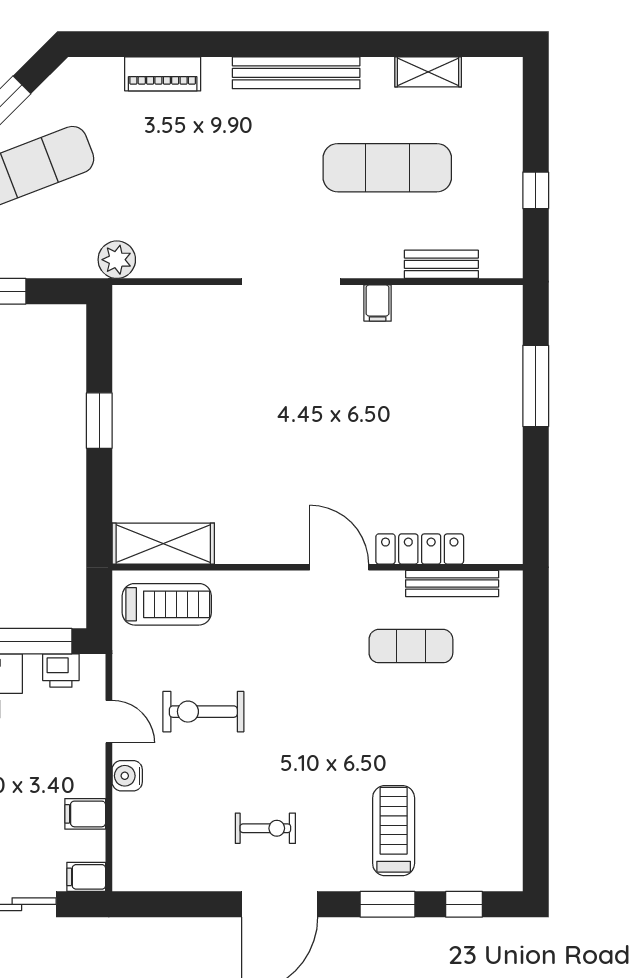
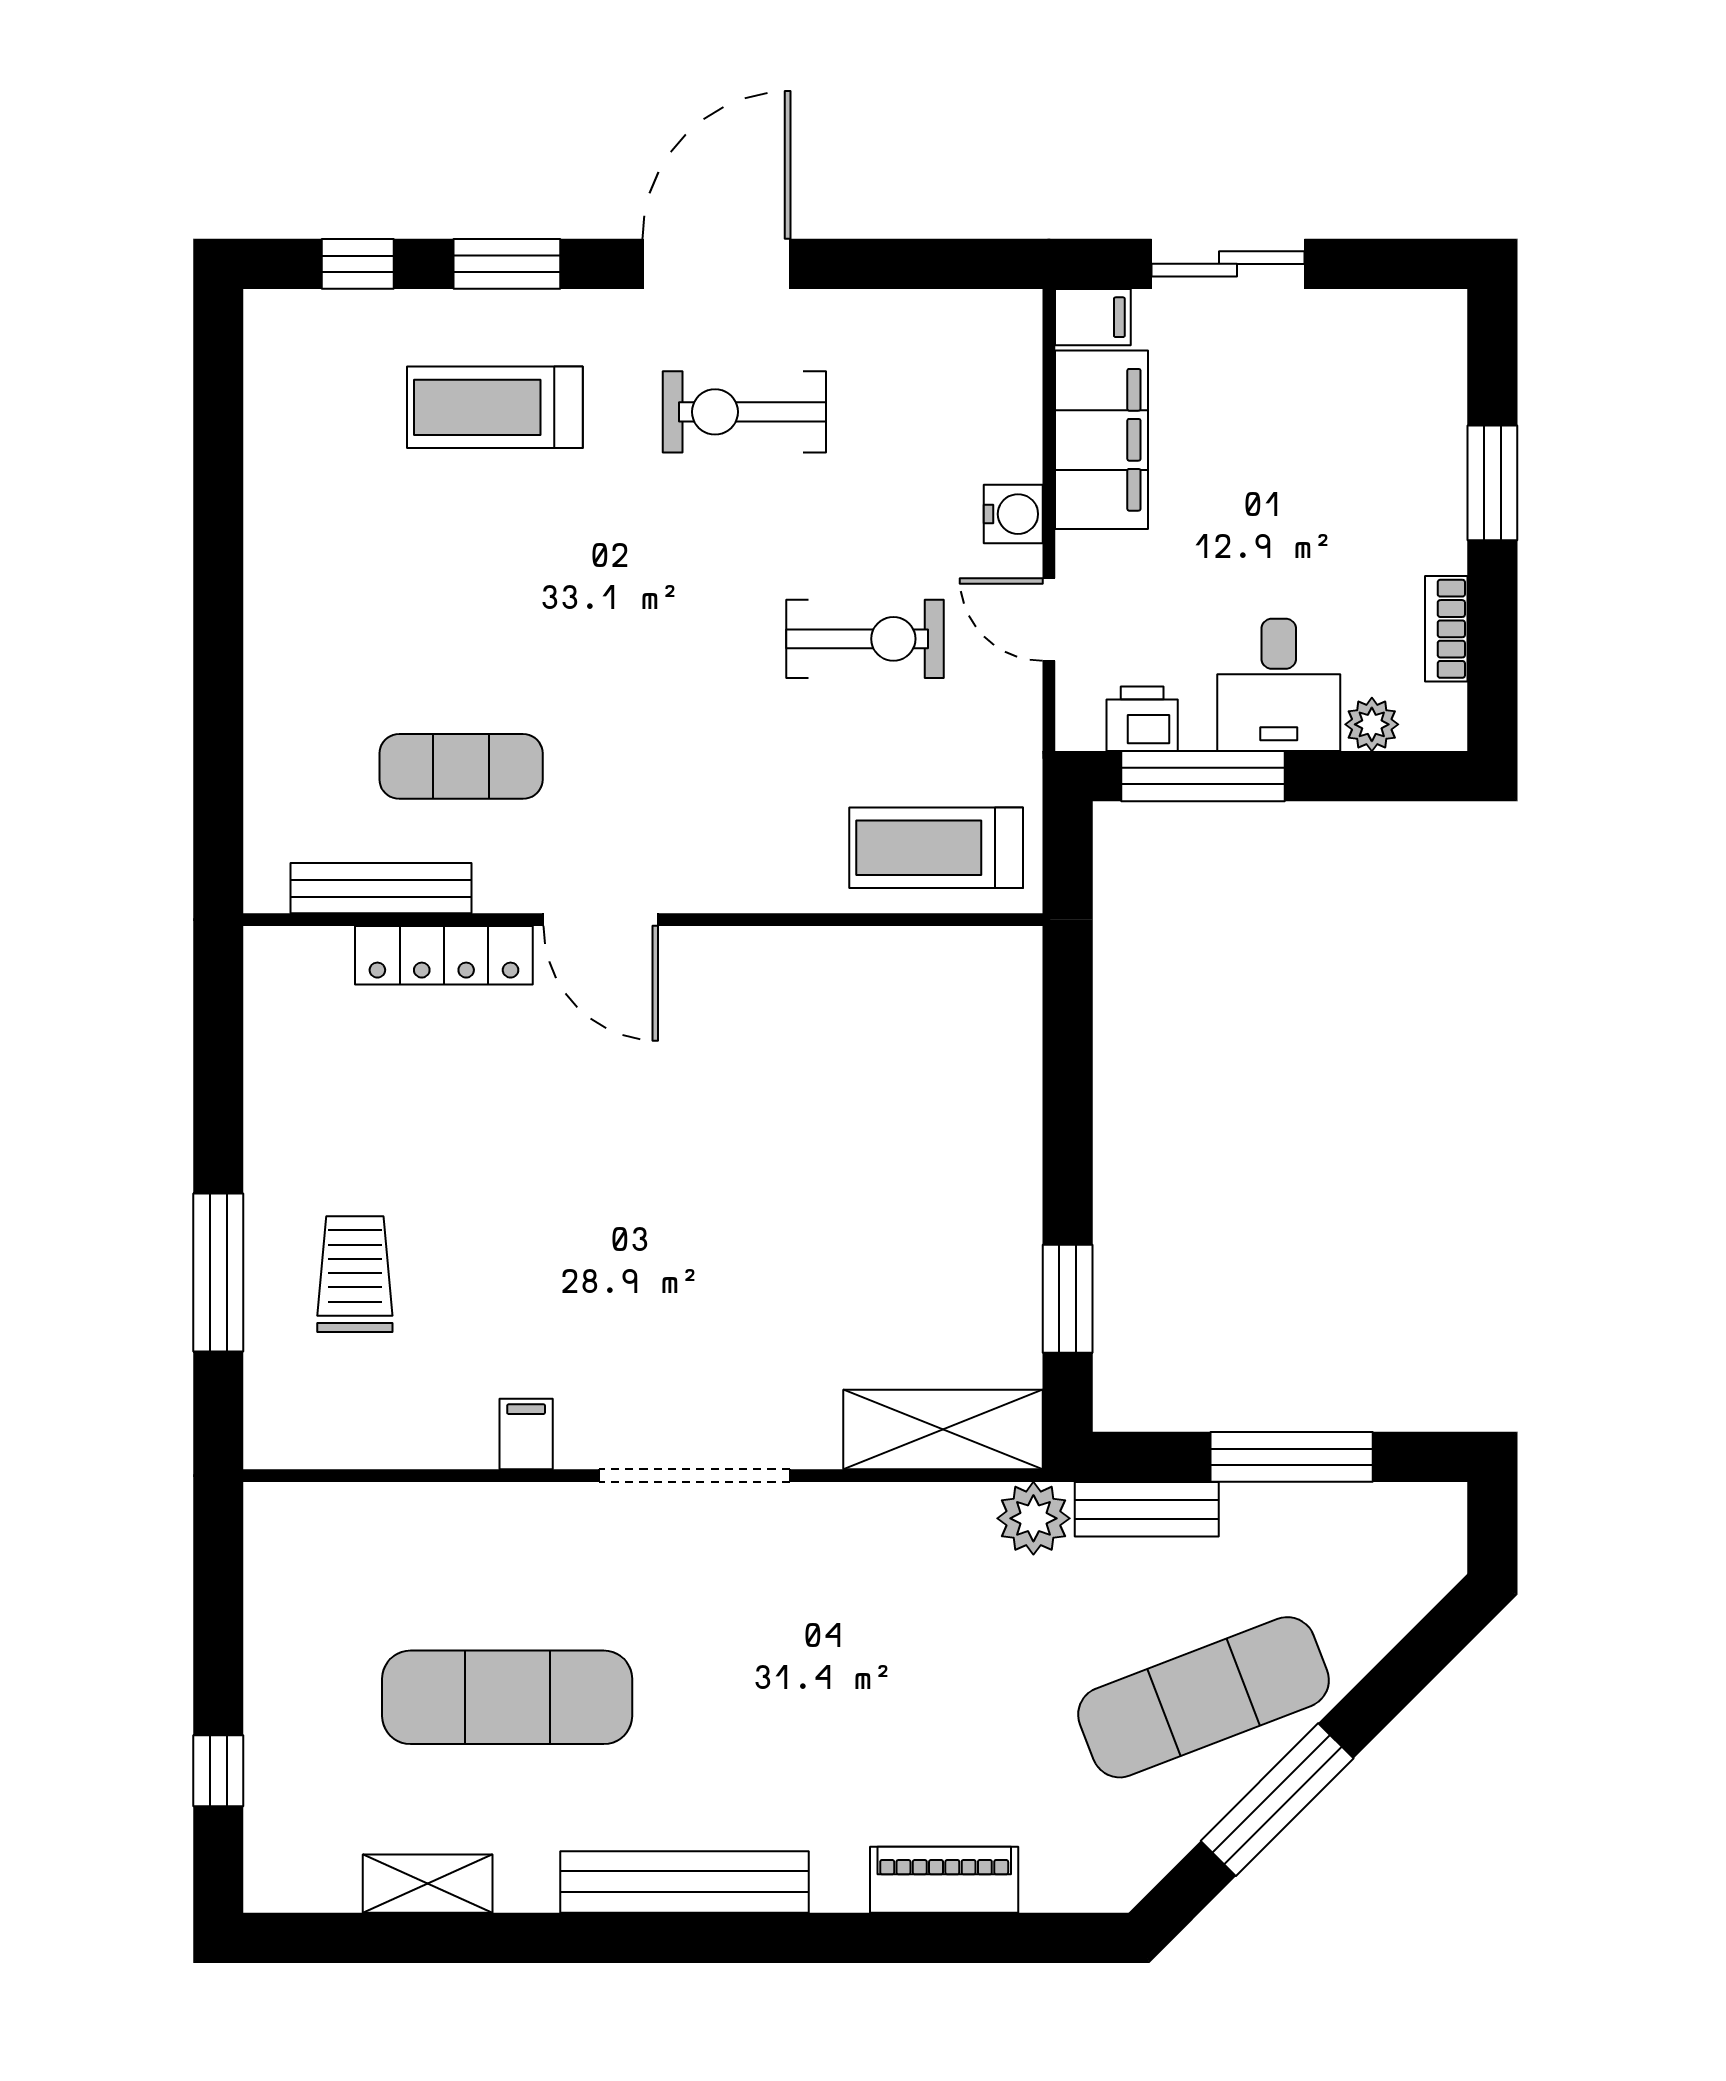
window: (536, 190) -> (218, 1771), moved
bench: (441, 264) -> (1147, 1509), moved
trolley: (466, 385) -> (355, 1274), added
window: (99, 421) -> (1068, 1299), moved
shelving: (163, 544) -> (943, 1429), moved
filing cabinet: (85, 814) -> (1101, 440), width x3.00, depth x1.17
exercise bike: (265, 828) -> (744, 412), width x1.38, depth x1.39
treadmill: (394, 831) -> (495, 407), turned 90

